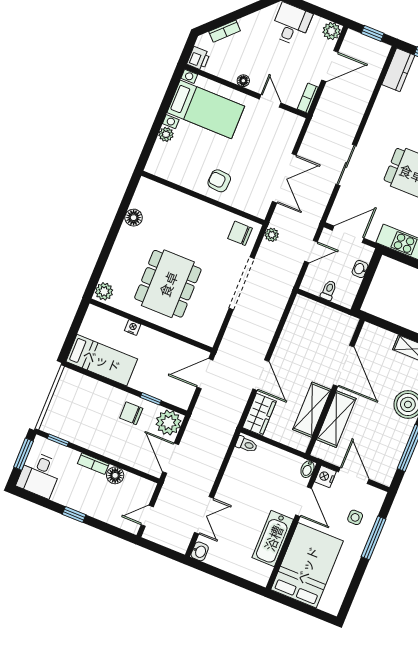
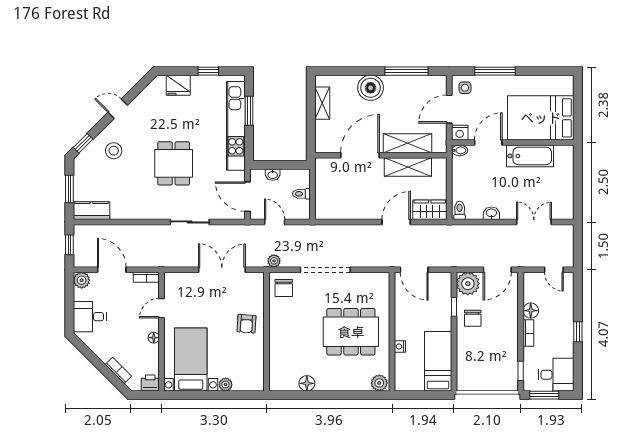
side table: (355, 517) -> (465, 88), moved
washbasin: (200, 551) -> (491, 213), moved

